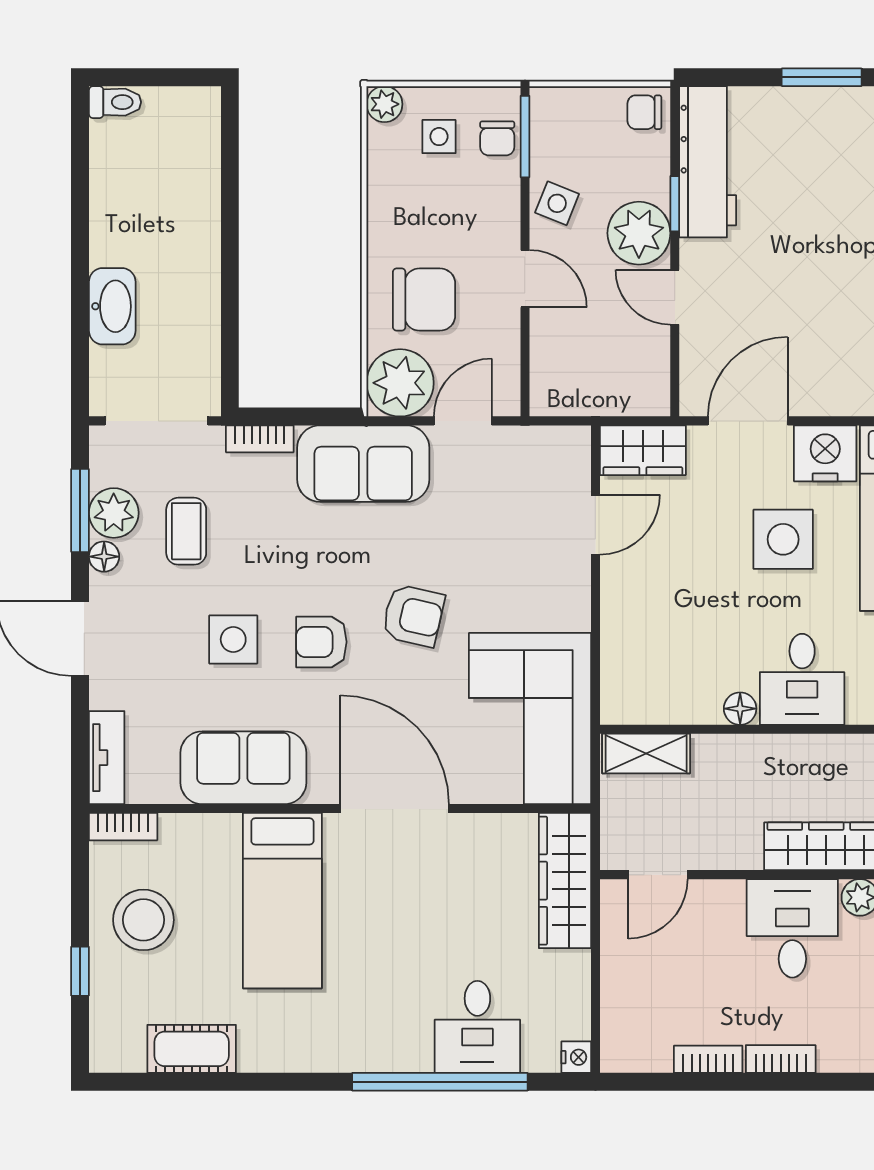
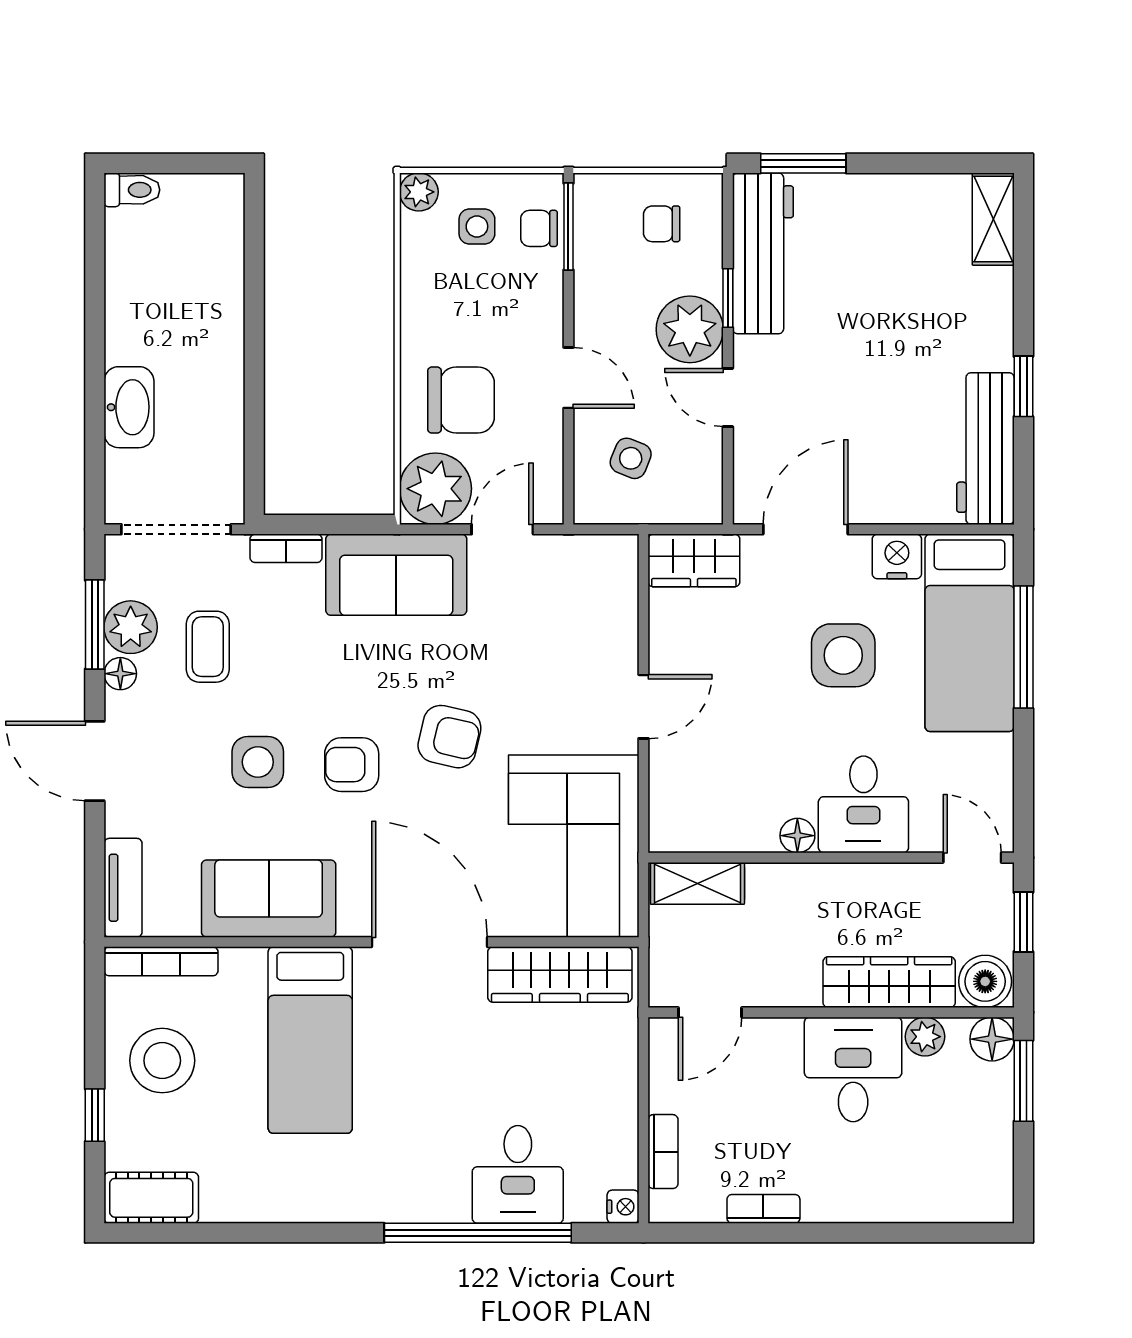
window: (822, 77) -> (803, 163), moved
chair: (644, 112) -> (662, 224), moved
chair: (497, 138) -> (539, 228), turned 90
side table: (557, 203) -> (631, 458), moved
nightstand: (825, 453) -> (897, 556), width x0.74, depth x0.75
door: (595, 525) -> (643, 707), moved
bookcase: (123, 827) -> (161, 961), width x1.56
wardrobe: (565, 881) -> (560, 975), moved, turned -90
cot: (192, 1049) -> (151, 1198), moved
bookcase: (781, 1059) -> (663, 1152), moved, turned 90

